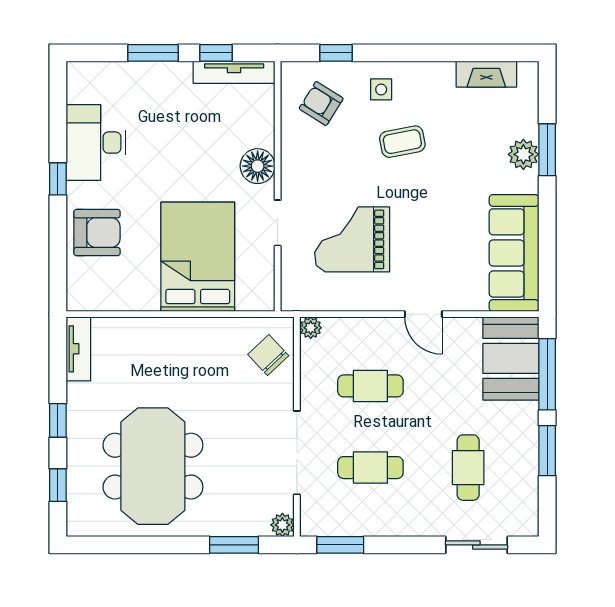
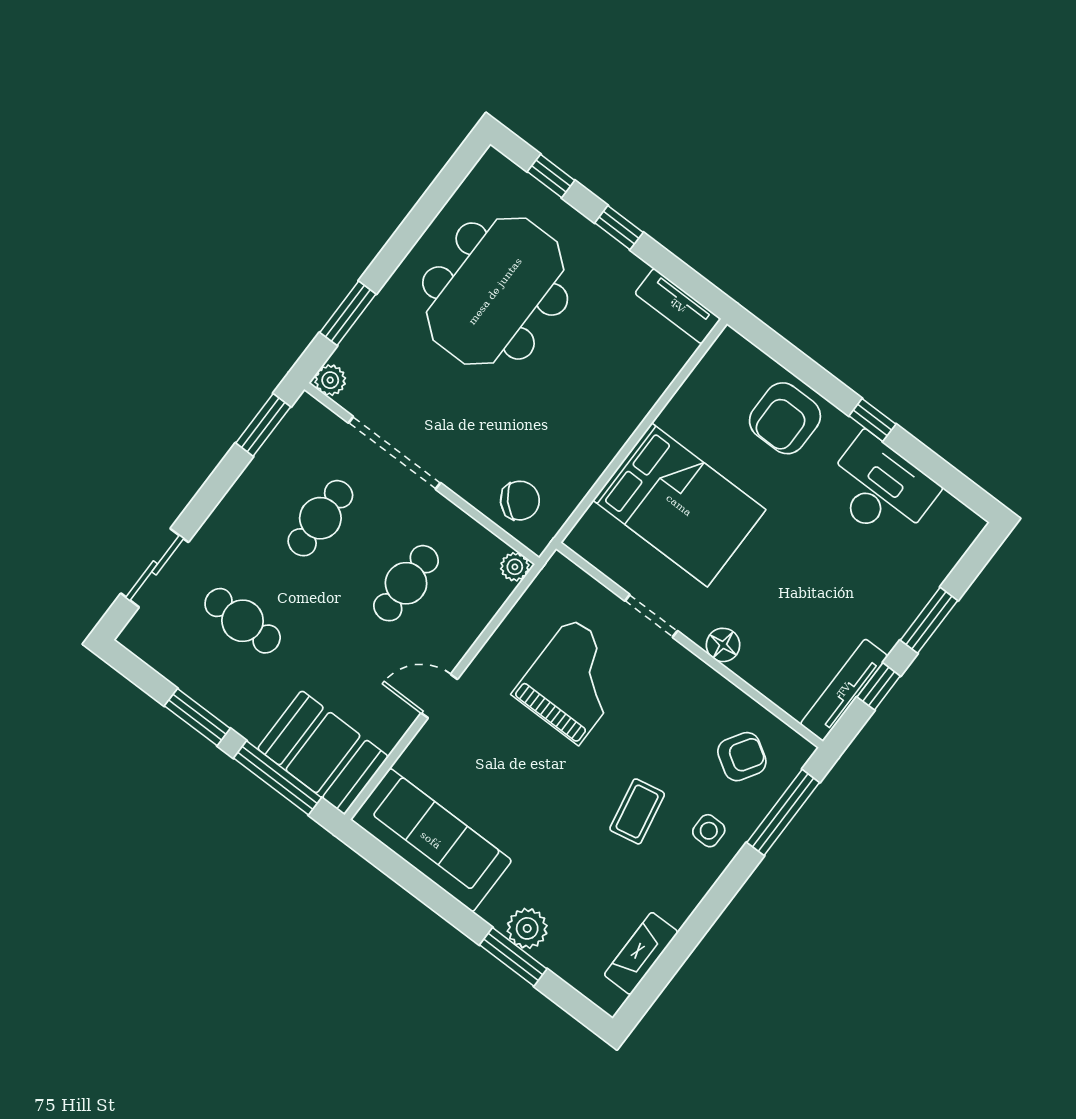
window: (336, 53) -> (783, 812), width x2.17
floor lamp: (258, 166) -> (723, 645), width x0.73, depth x0.73
meeting table: (153, 466) -> (495, 291), turned 90

